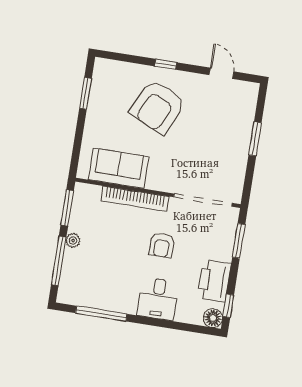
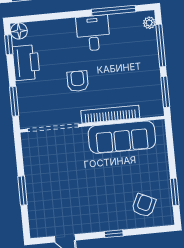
armchair: (158, 107) -> (144, 205), moved, width x0.53, depth x0.53
sofa: (119, 168) -> (122, 137), width x1.36
plant: (73, 240) -> (149, 23), moved
desk: (158, 299) -> (93, 33), moved

